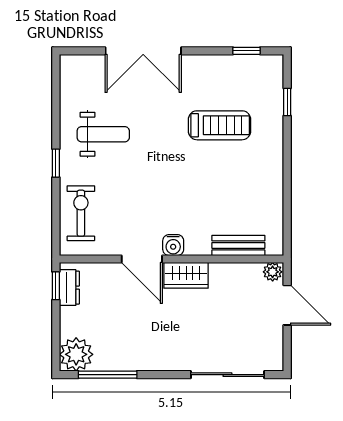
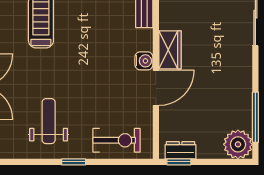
exercise bike: (81, 213) -> (117, 140), turned 180

